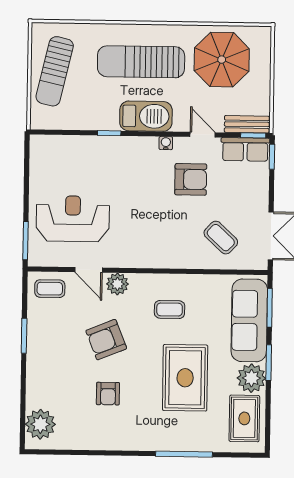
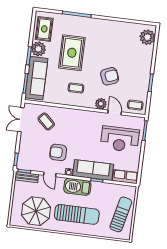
row of seats: (245, 149) -> (125, 177), moved
sofa: (118, 152) -> (93, 170), added
armchair: (108, 394) -> (112, 49), removed

